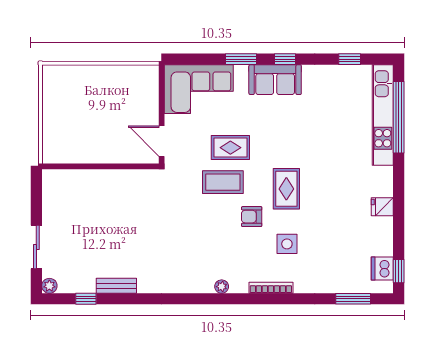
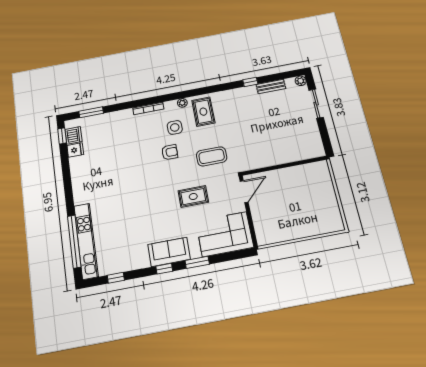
door: (162, 141) -> (244, 192), hinge flipped
coffee table: (223, 182) -> (212, 156), moved
rug: (286, 189) -> (203, 112), moved
fridge: (382, 207) -> (75, 150), moved
side table: (287, 244) -> (175, 127), moved
bench: (116, 286) -> (271, 86), moved
window: (86, 299) -> (250, 82), moved

